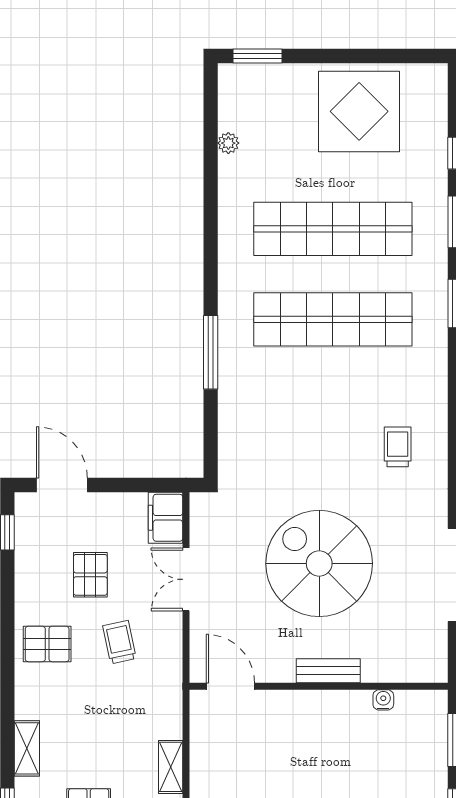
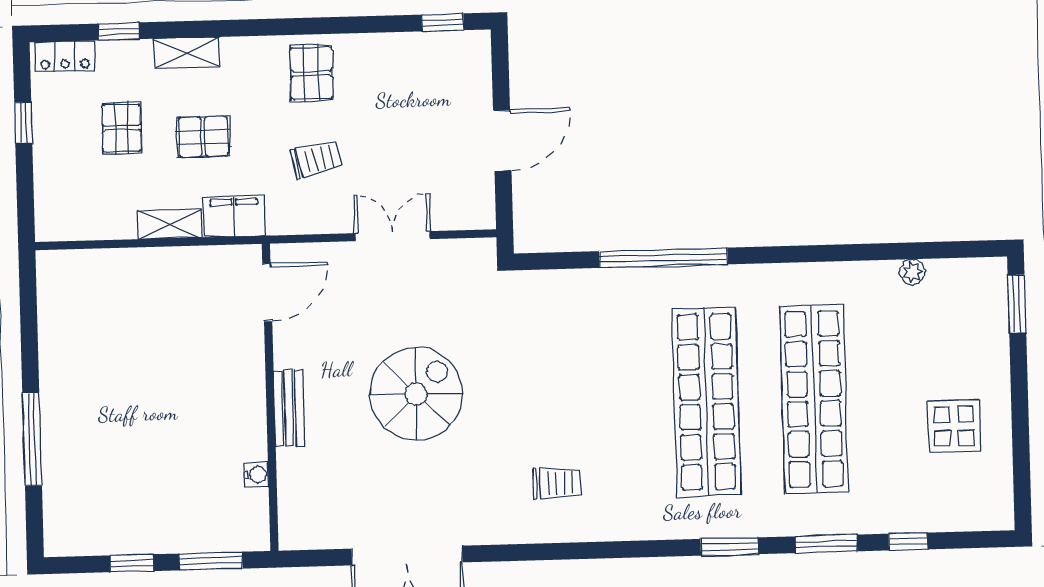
display table: (359, 111) -> (954, 426), width x0.54, depth x0.54
window: (211, 352) -> (663, 258), width x1.46
door: (62, 485) -> (502, 141), moved
filing cabinet: (165, 518) -> (234, 216), moved
spiral stairs: (319, 563) -> (416, 394), width x0.73, depth x0.73
pallet: (90, 575) -> (203, 137), moved

